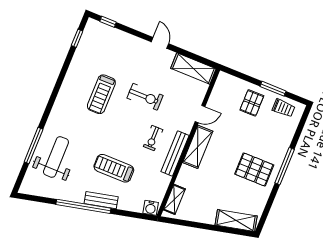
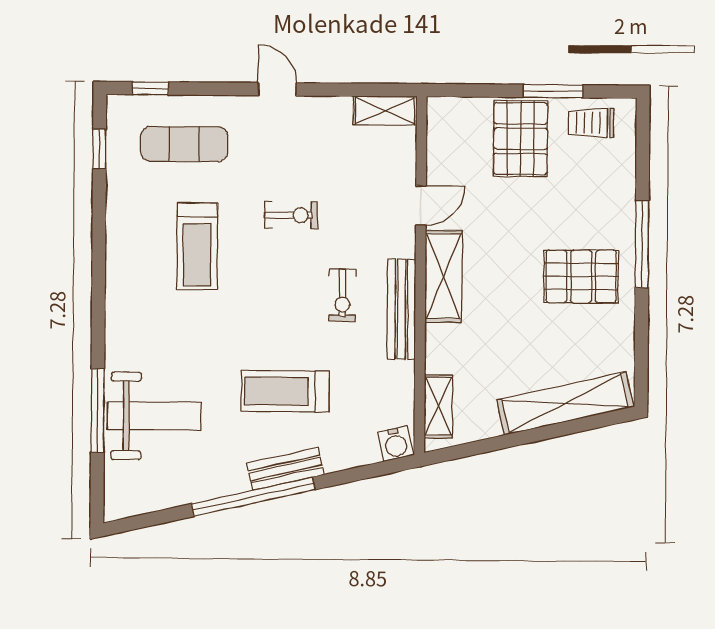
exercise mat: (113, 50) -> (184, 144), added
shelving: (193, 69) -> (385, 111), width x0.67, depth x0.75
exercise bike: (145, 97) -> (291, 215), width x0.73, depth x0.72
pallet: (252, 103) -> (521, 139), width x1.50, depth x1.42
trolley: (283, 108) -> (591, 123), turned 180
weight bench: (56, 157) -> (154, 416), turned 90
shelving: (236, 221) -> (565, 403), width x1.47

